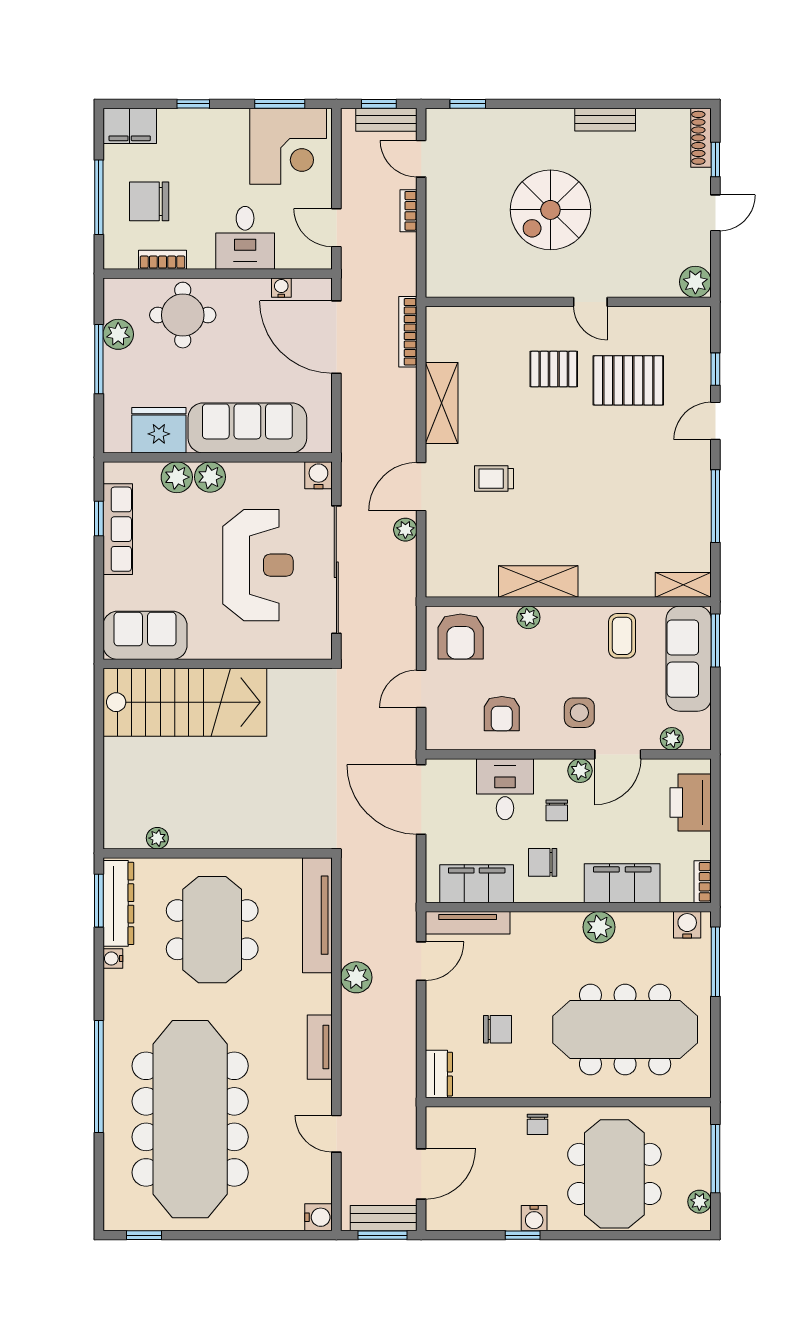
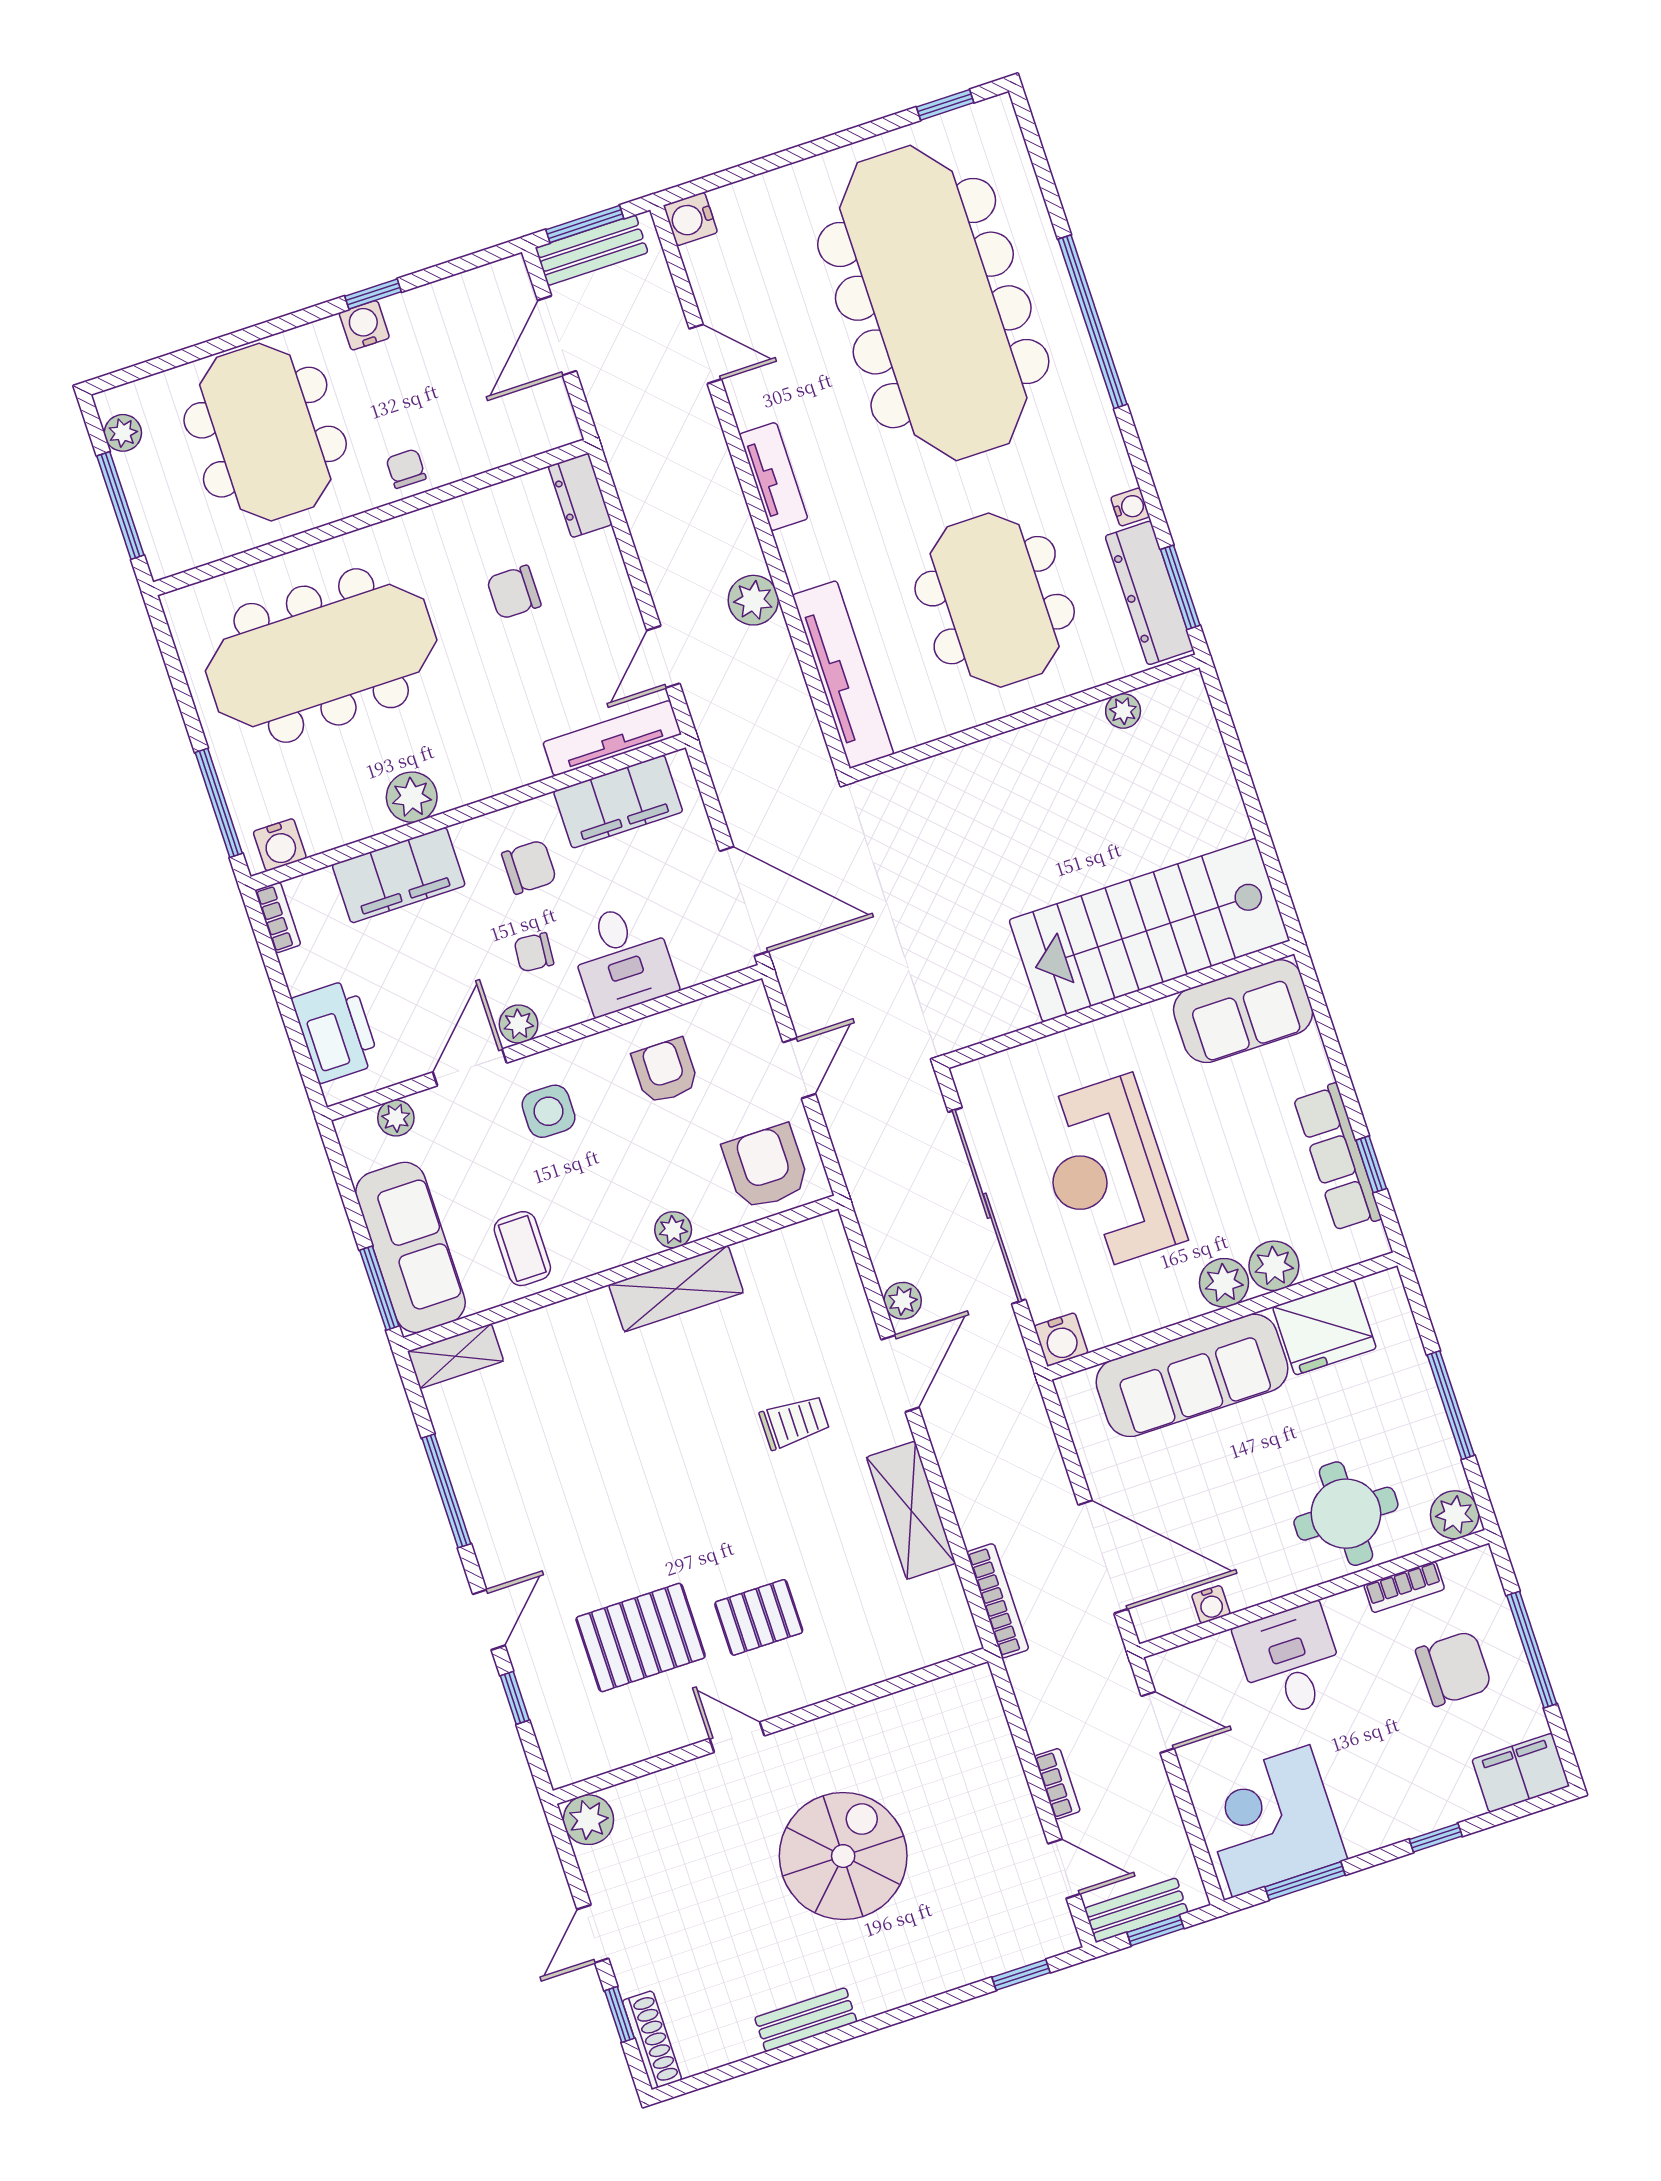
plant: (118, 334) -> (1455, 1515), moved
chair: (557, 810) -> (534, 952), turned -85

